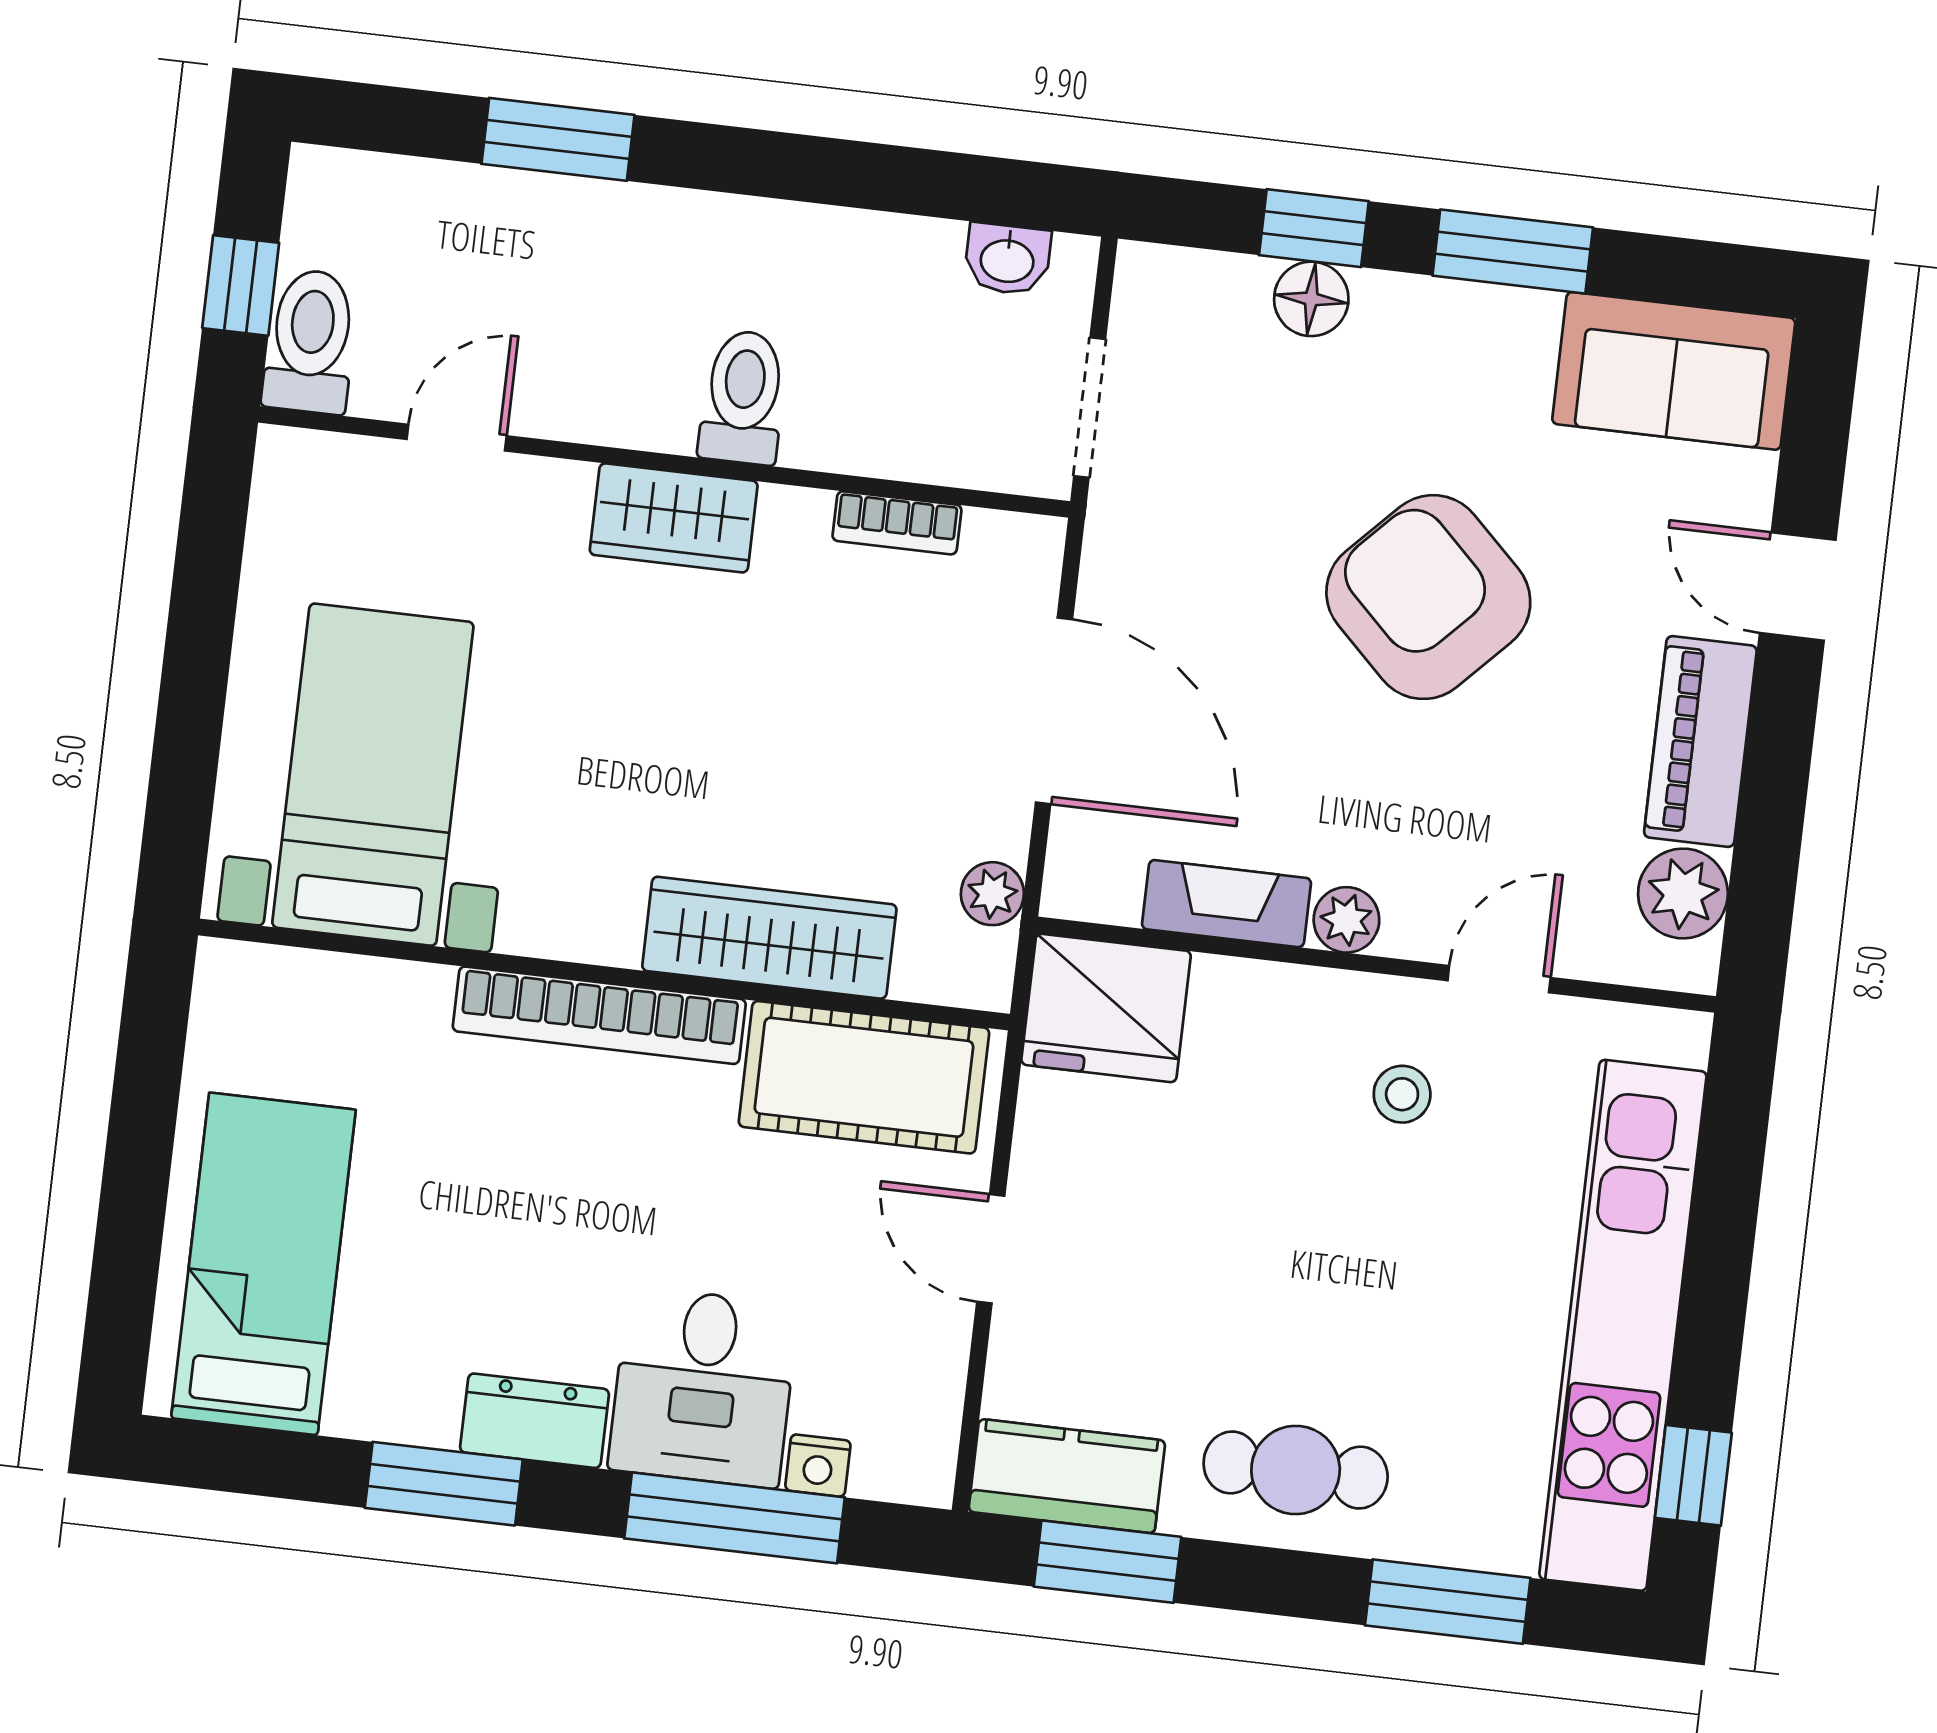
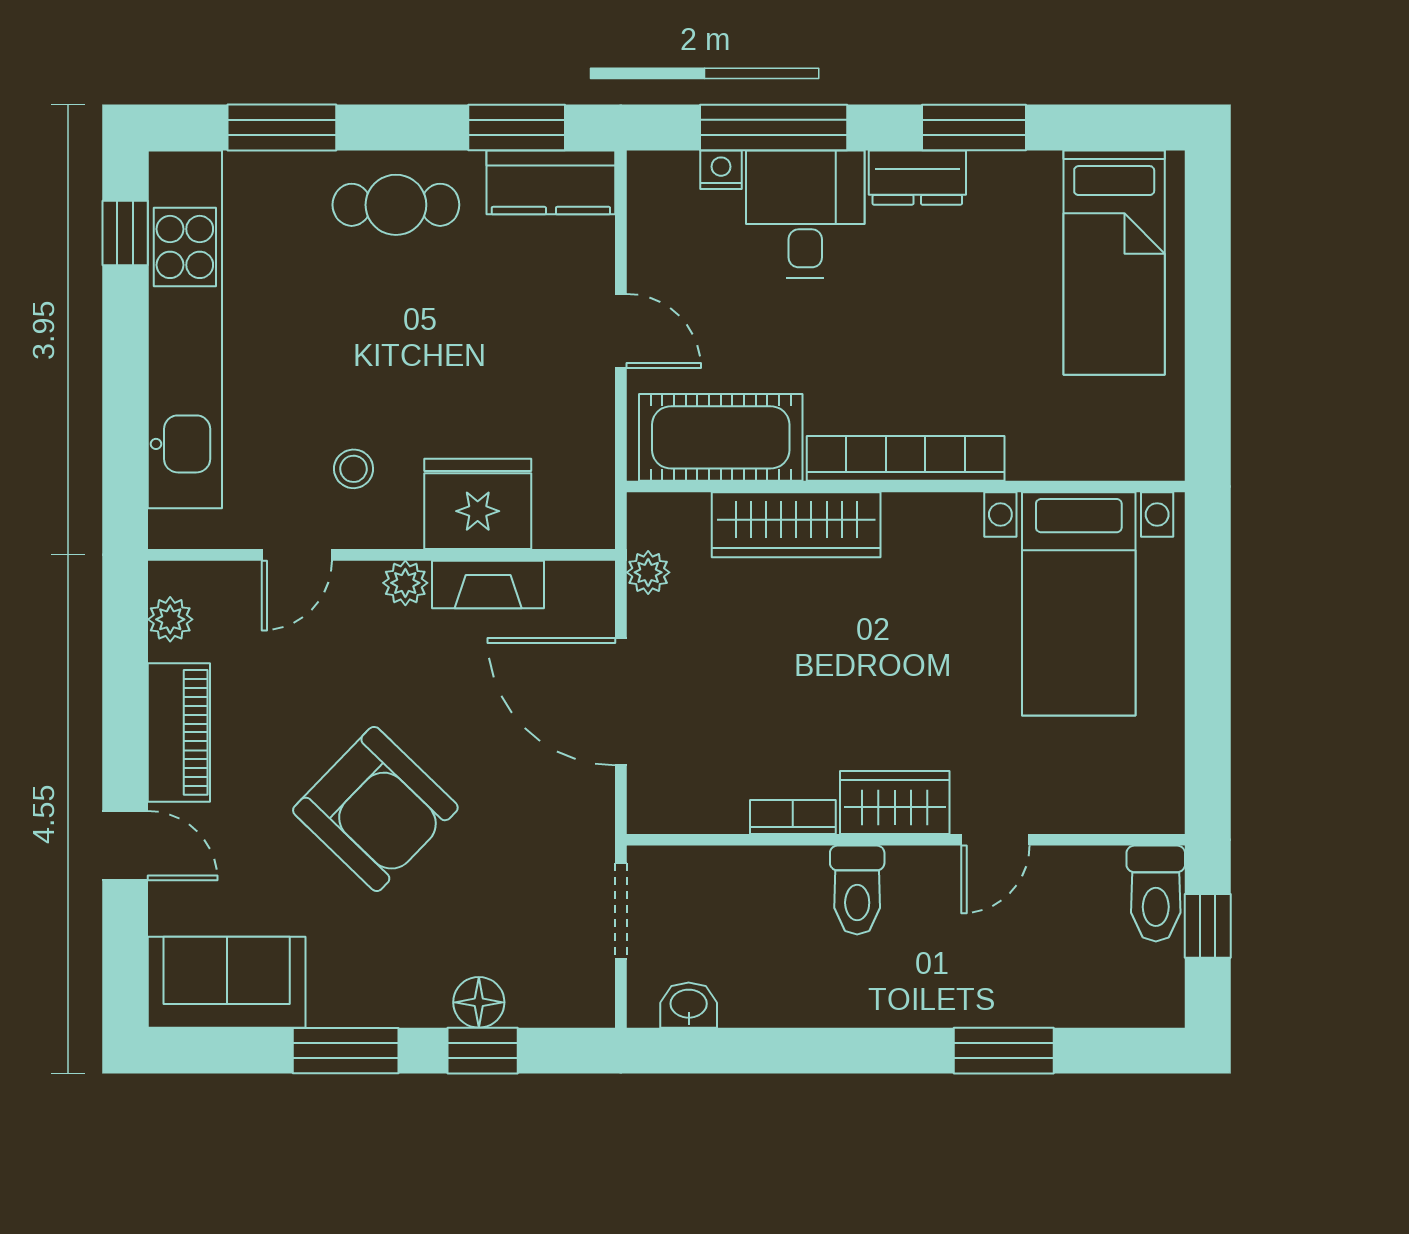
door: (457, 438) -> (995, 840), moved
bookcase: (897, 523) -> (793, 817), moved
plant: (1683, 893) -> (170, 619), width x0.73, depth x0.73
fridge: (1106, 1008) -> (478, 504), moved

